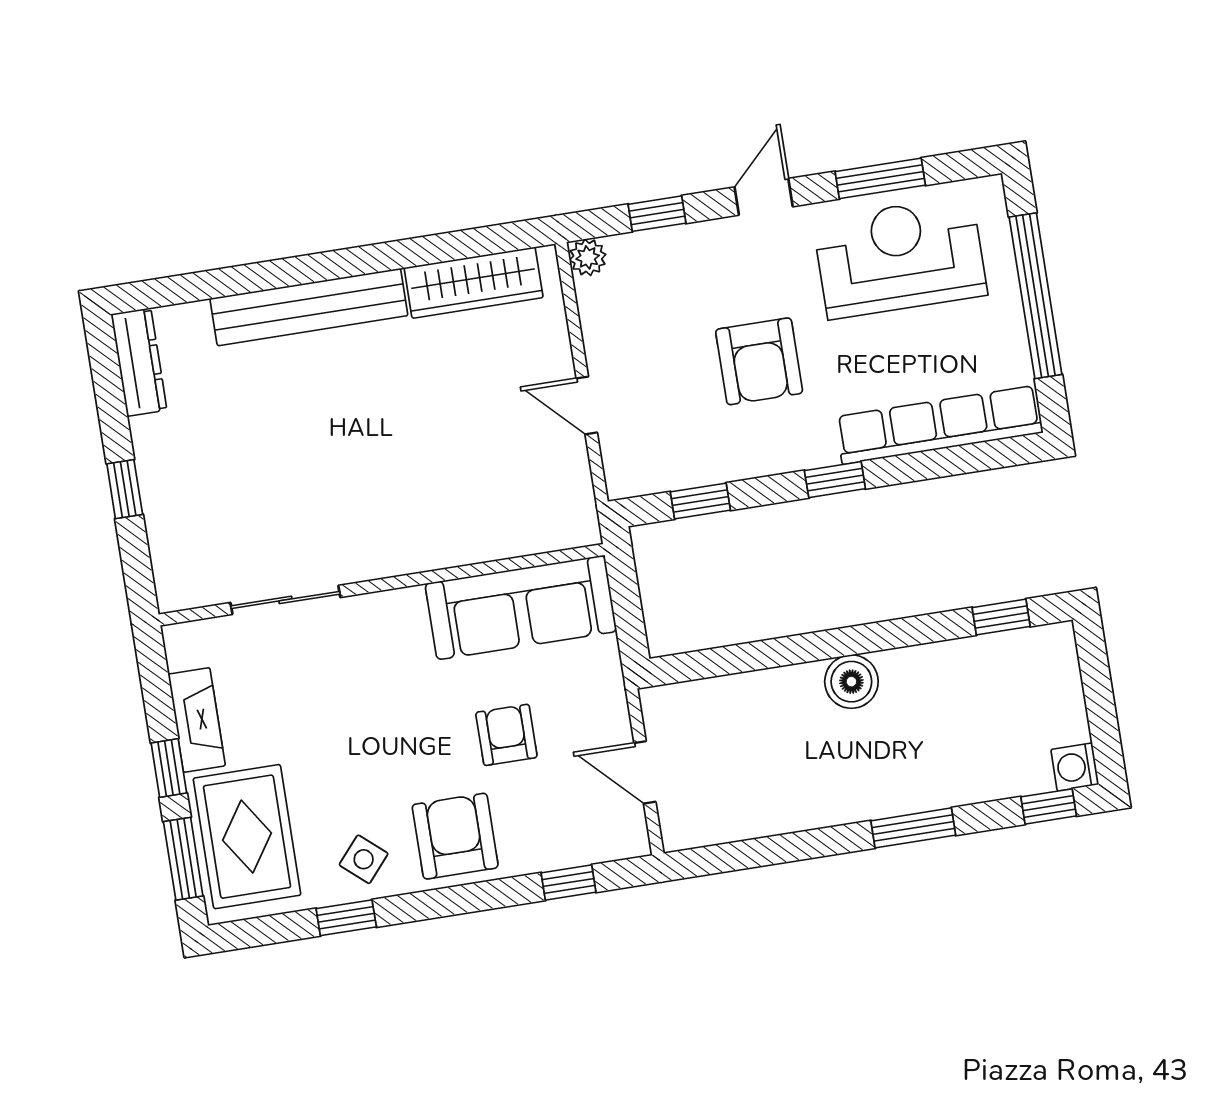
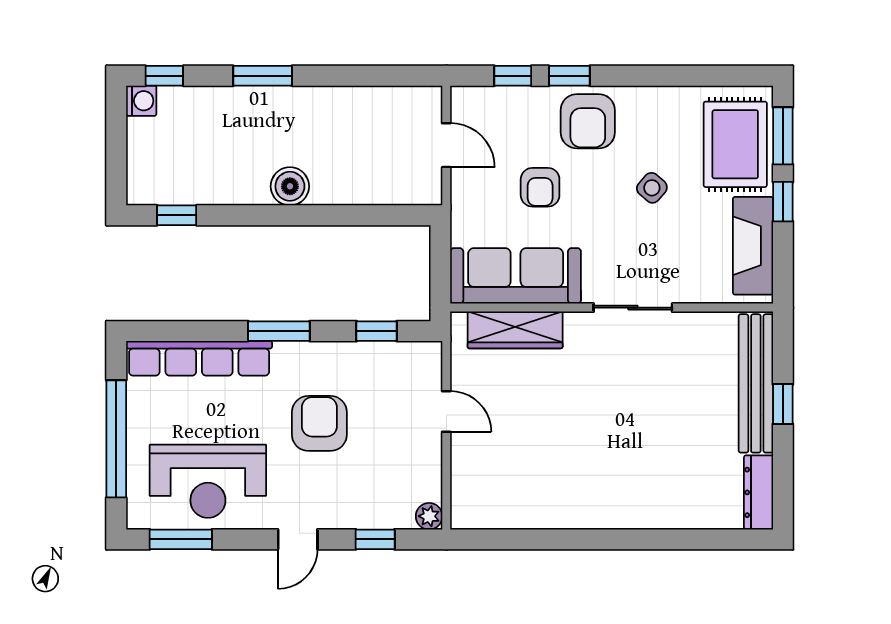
window: (880, 178) -> (181, 539), moved
wardrobe: (474, 283) -> (515, 330), moved, turned 180
bench: (309, 307) -> (756, 383), moved, turned 90
window: (835, 480) -> (279, 331), width x1.50
sliding door: (285, 600) -> (633, 308), moved
fireplace: (197, 720) -> (753, 246), width x1.37, depth x1.32
side table: (364, 859) -> (652, 188), moved
window: (346, 918) -> (569, 76), moved

